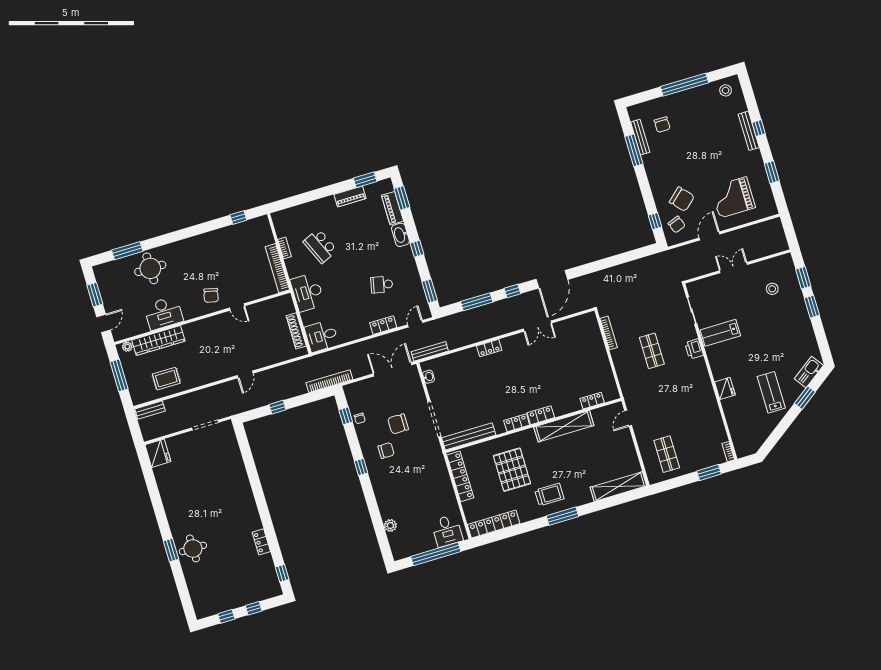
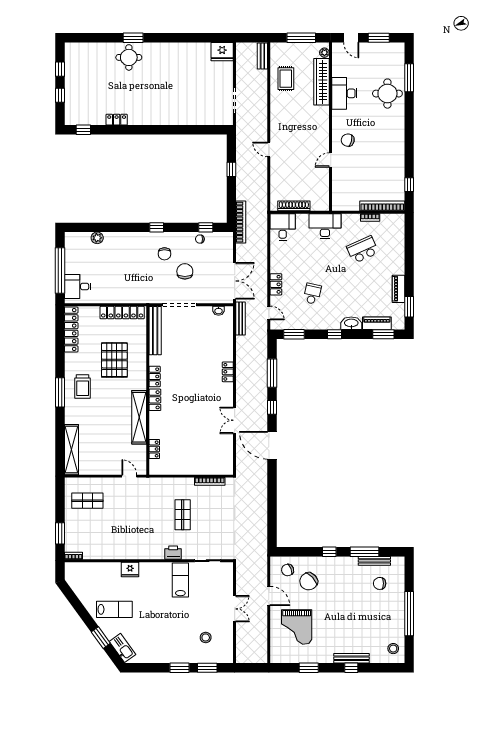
grand piano: (733, 197) -> (297, 627), turned 180
window: (655, 221) -> (329, 552), moved
bookcase: (277, 268) -> (382, 206), moved
shop shelf: (652, 351) -> (183, 515), turned 90
pallet: (512, 470) -> (114, 360), turned 90

